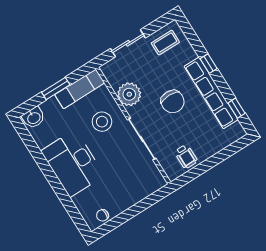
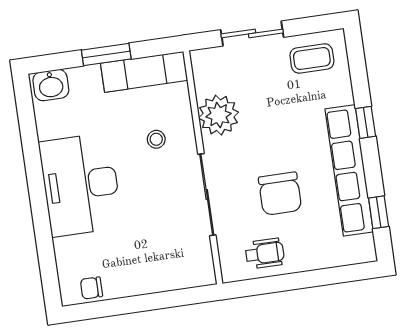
chair: (173, 102) -> (280, 194), moved
stool: (102, 122) -> (156, 139), width x0.53, depth x0.53
wheelchair: (186, 157) -> (265, 253), turned -90

